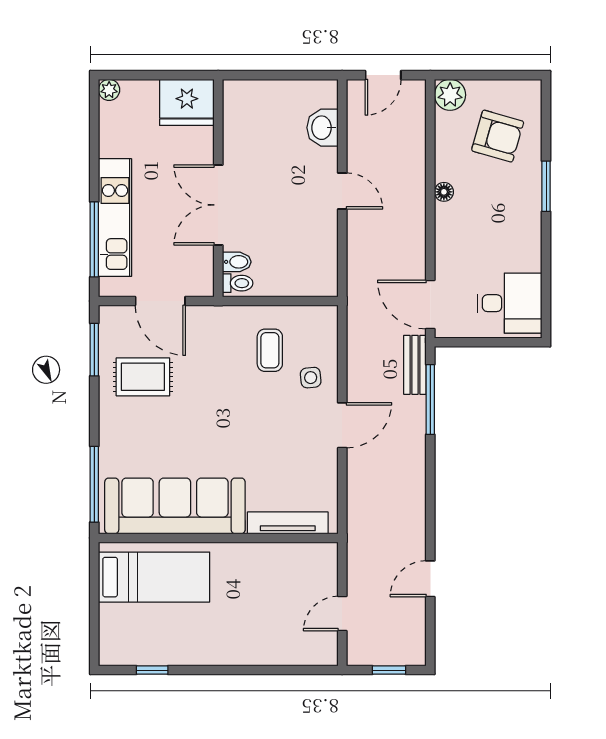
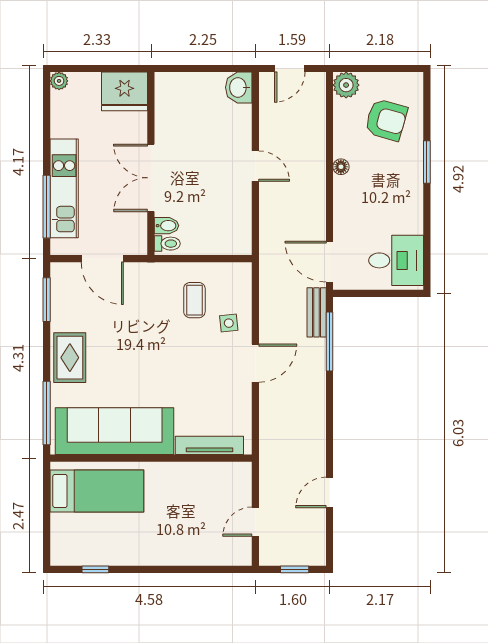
washbasin: (322, 128) -> (239, 87), moved
rug: (143, 377) -> (70, 358), moved, turned 90

